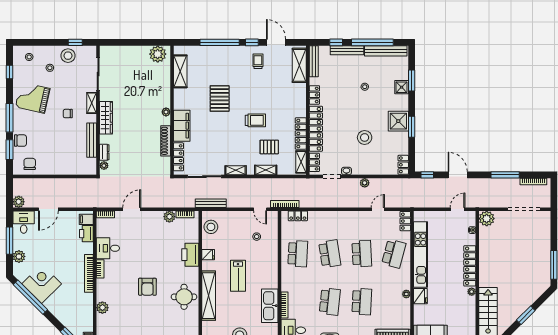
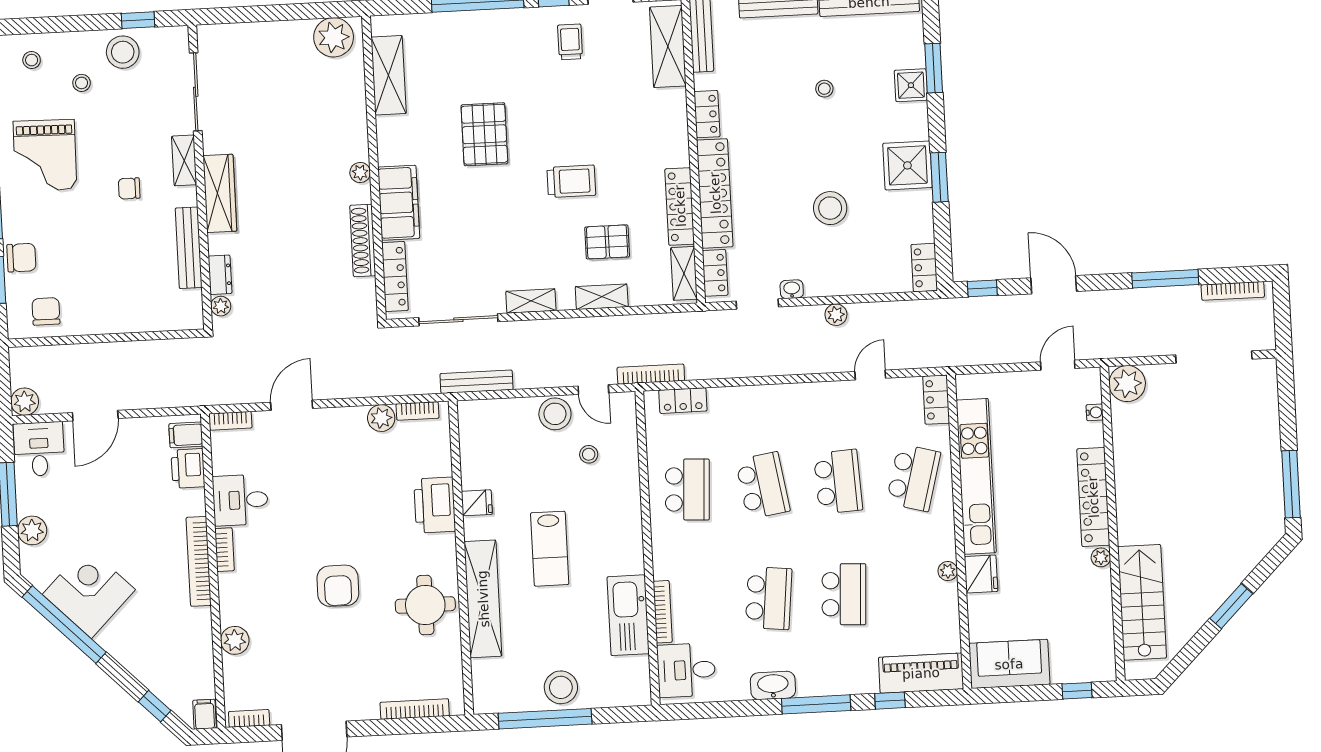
grand piano: (33, 98) -> (45, 155), turned -102
stool: (211, 227) -> (555, 414), moved

